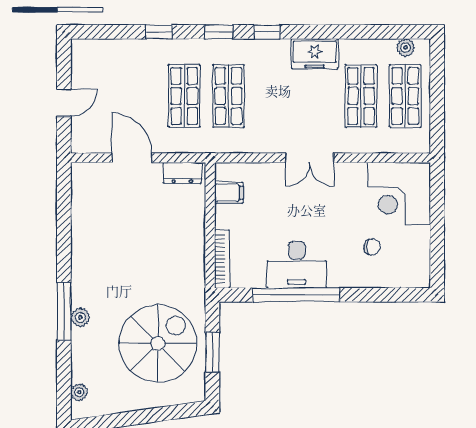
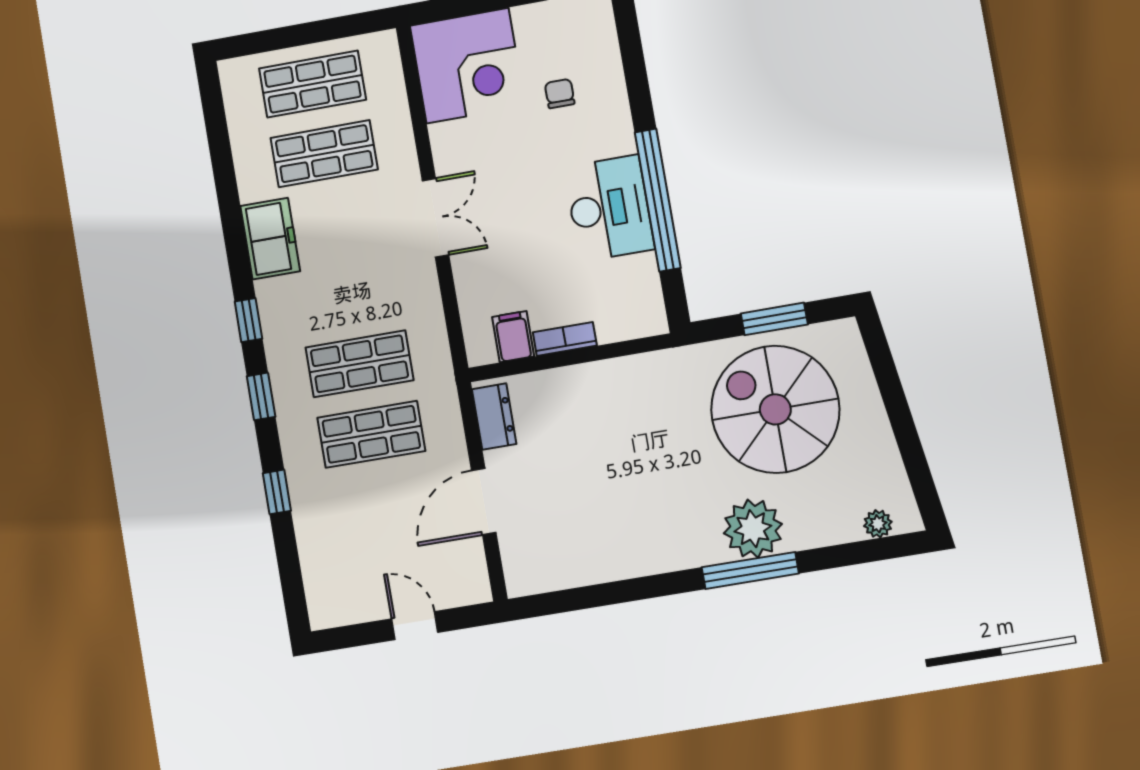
plant: (406, 48) -> (237, 97), removed
bookcase: (222, 259) -> (565, 339), moved, width x0.64
plant: (80, 317) -> (753, 529), width x1.88, depth x1.88

